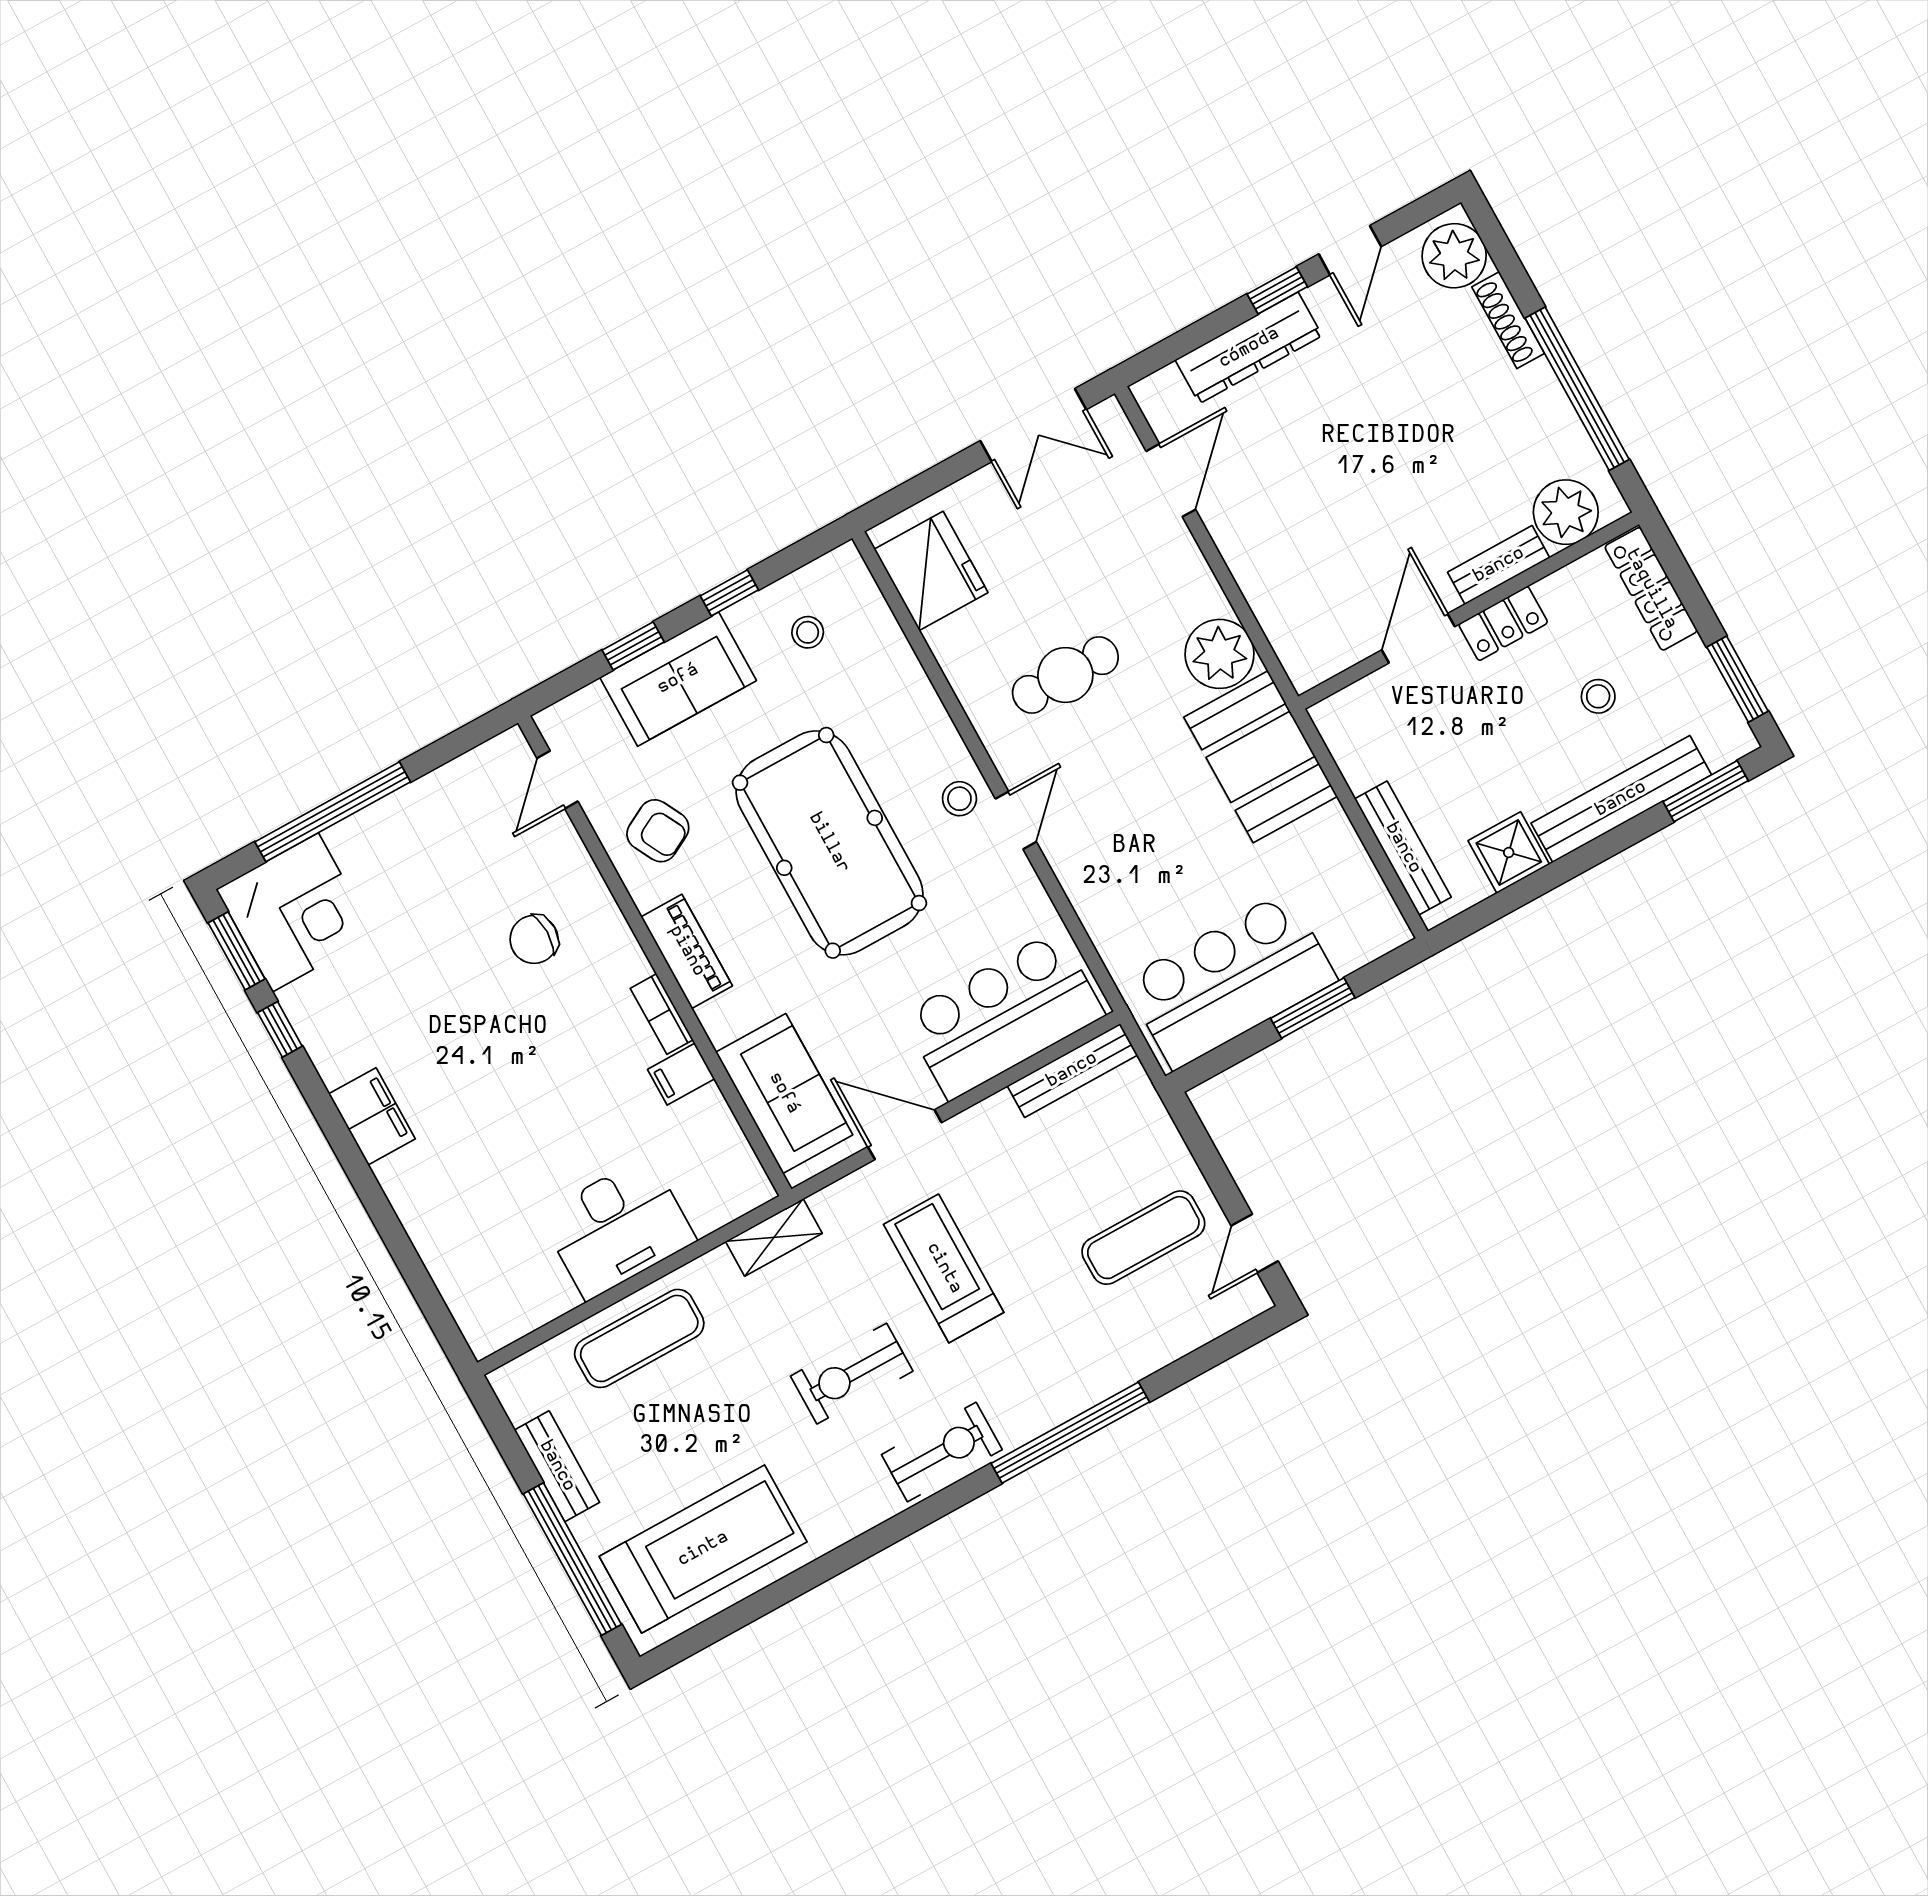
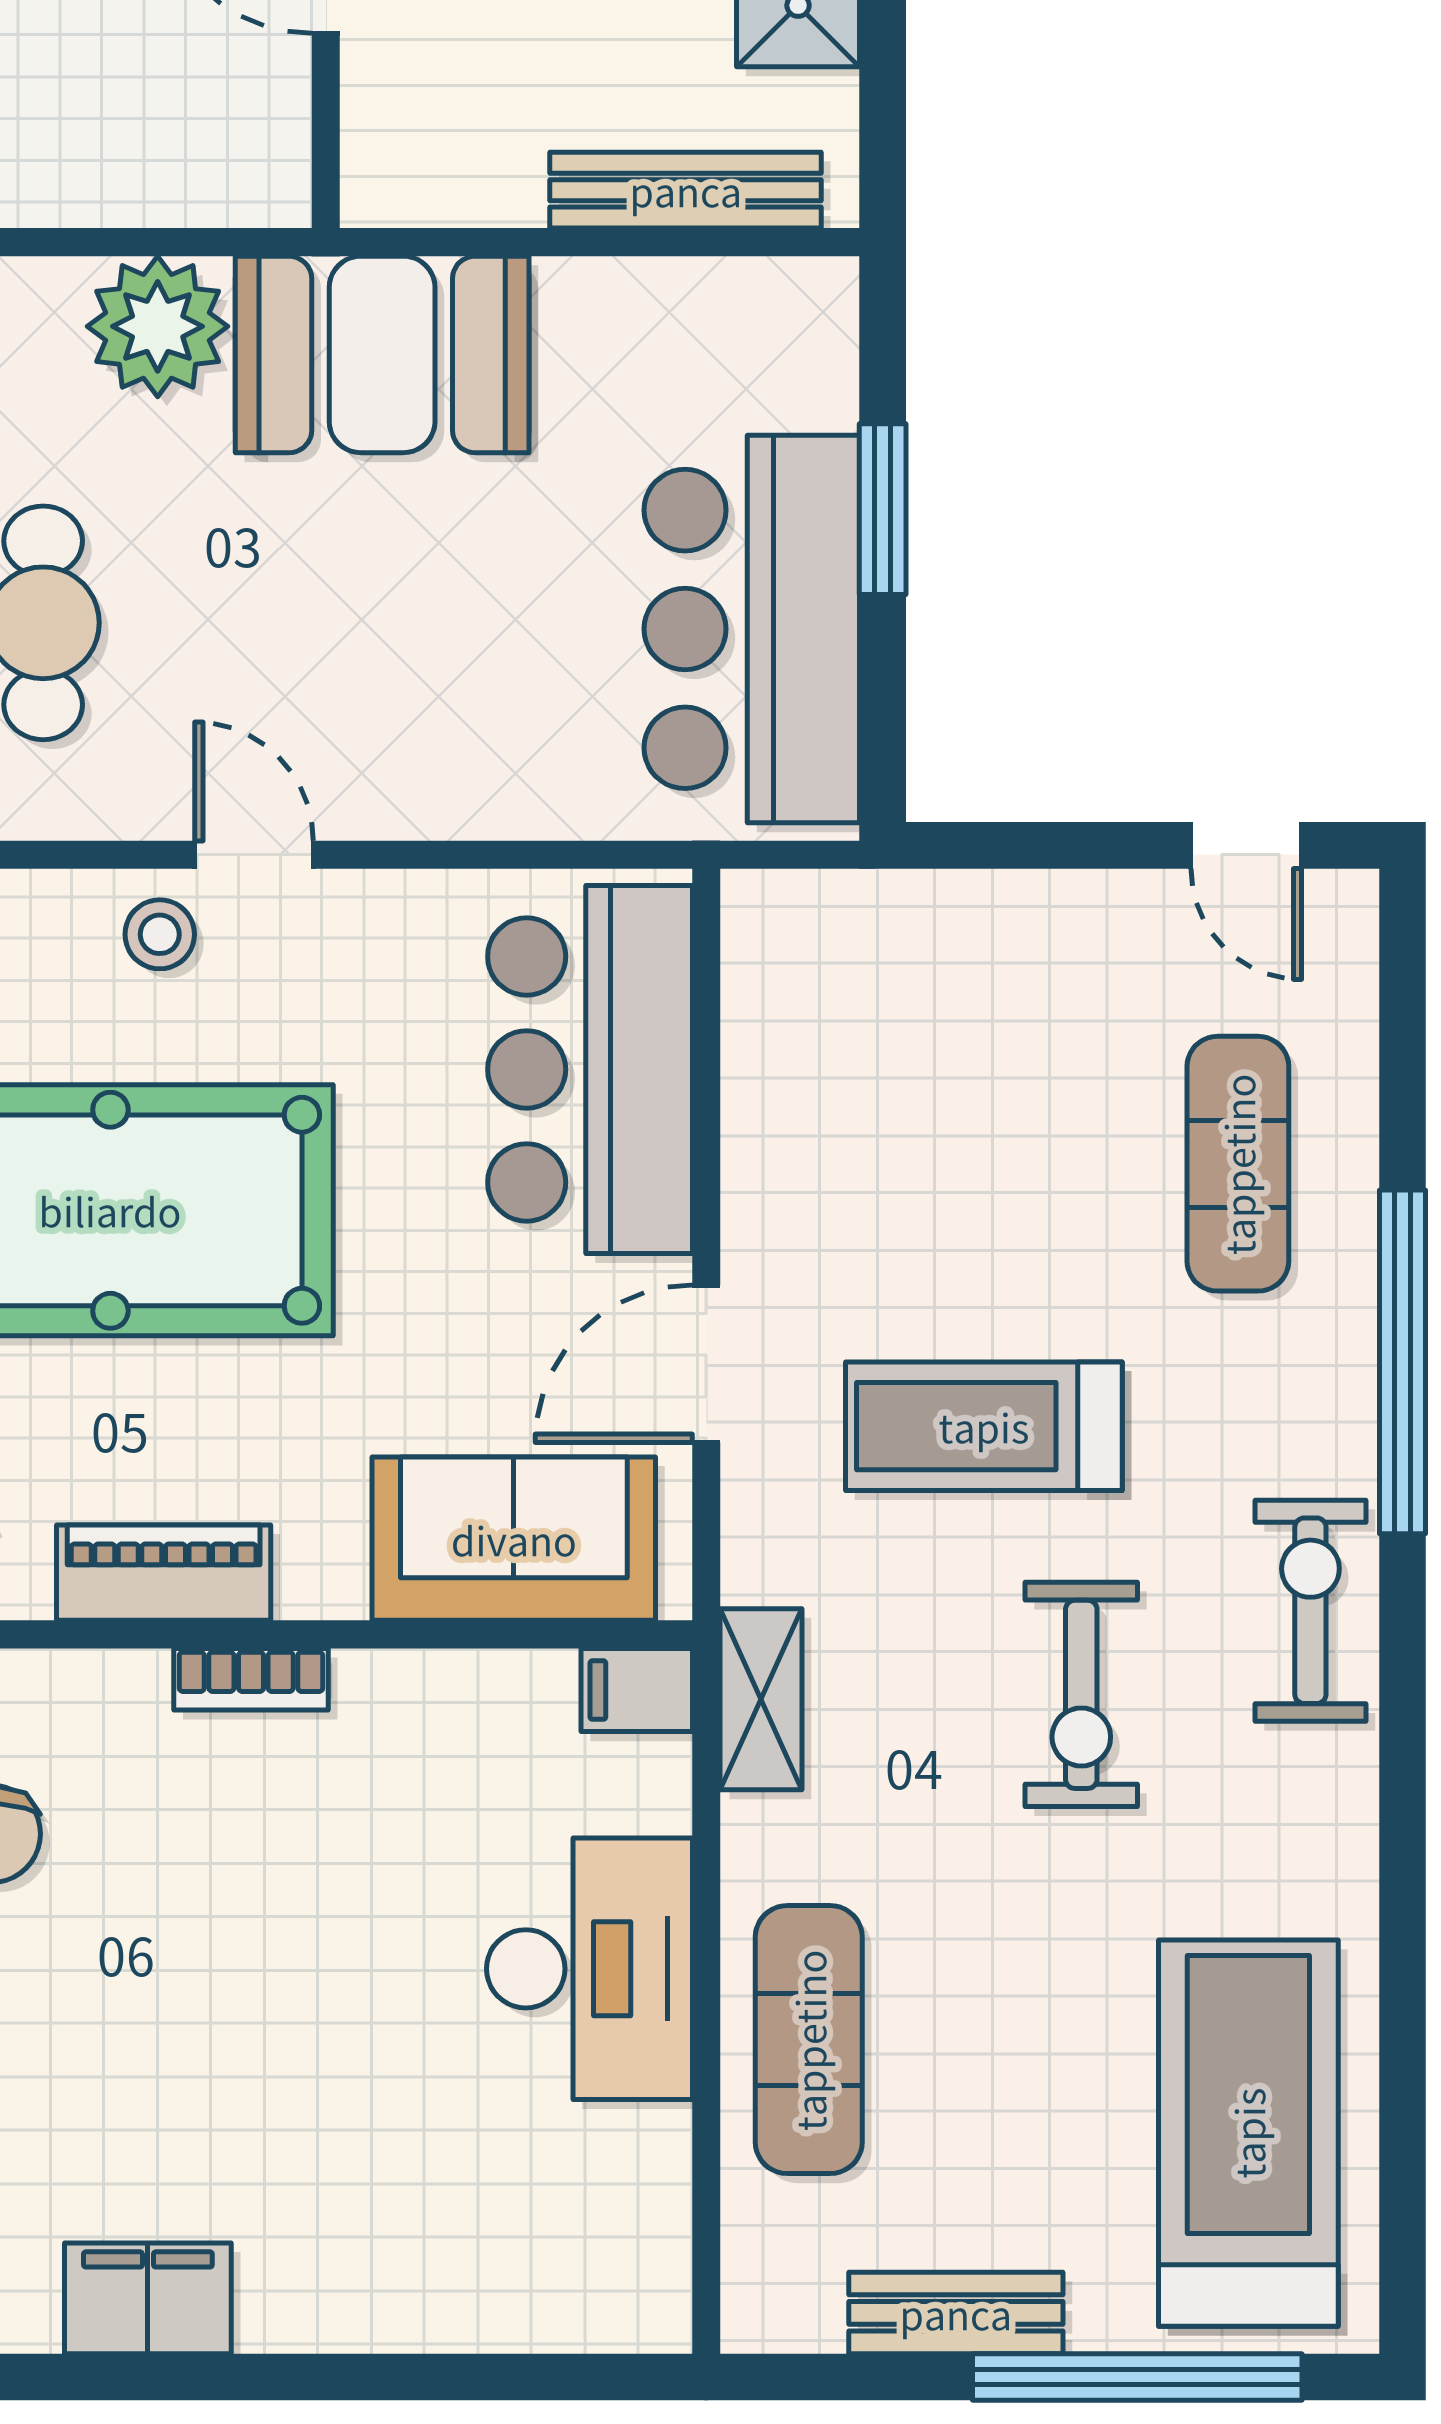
bench: (1072, 1070) -> (757, 1001), removed
filing cabinet: (681, 1074) -> (637, 1690), moved, turned 90
exercise mat: (1143, 1238) -> (1238, 1164), moved

